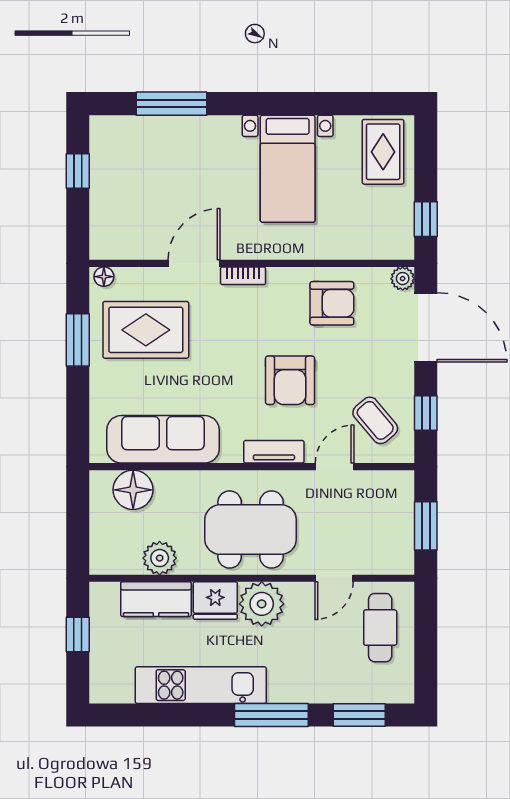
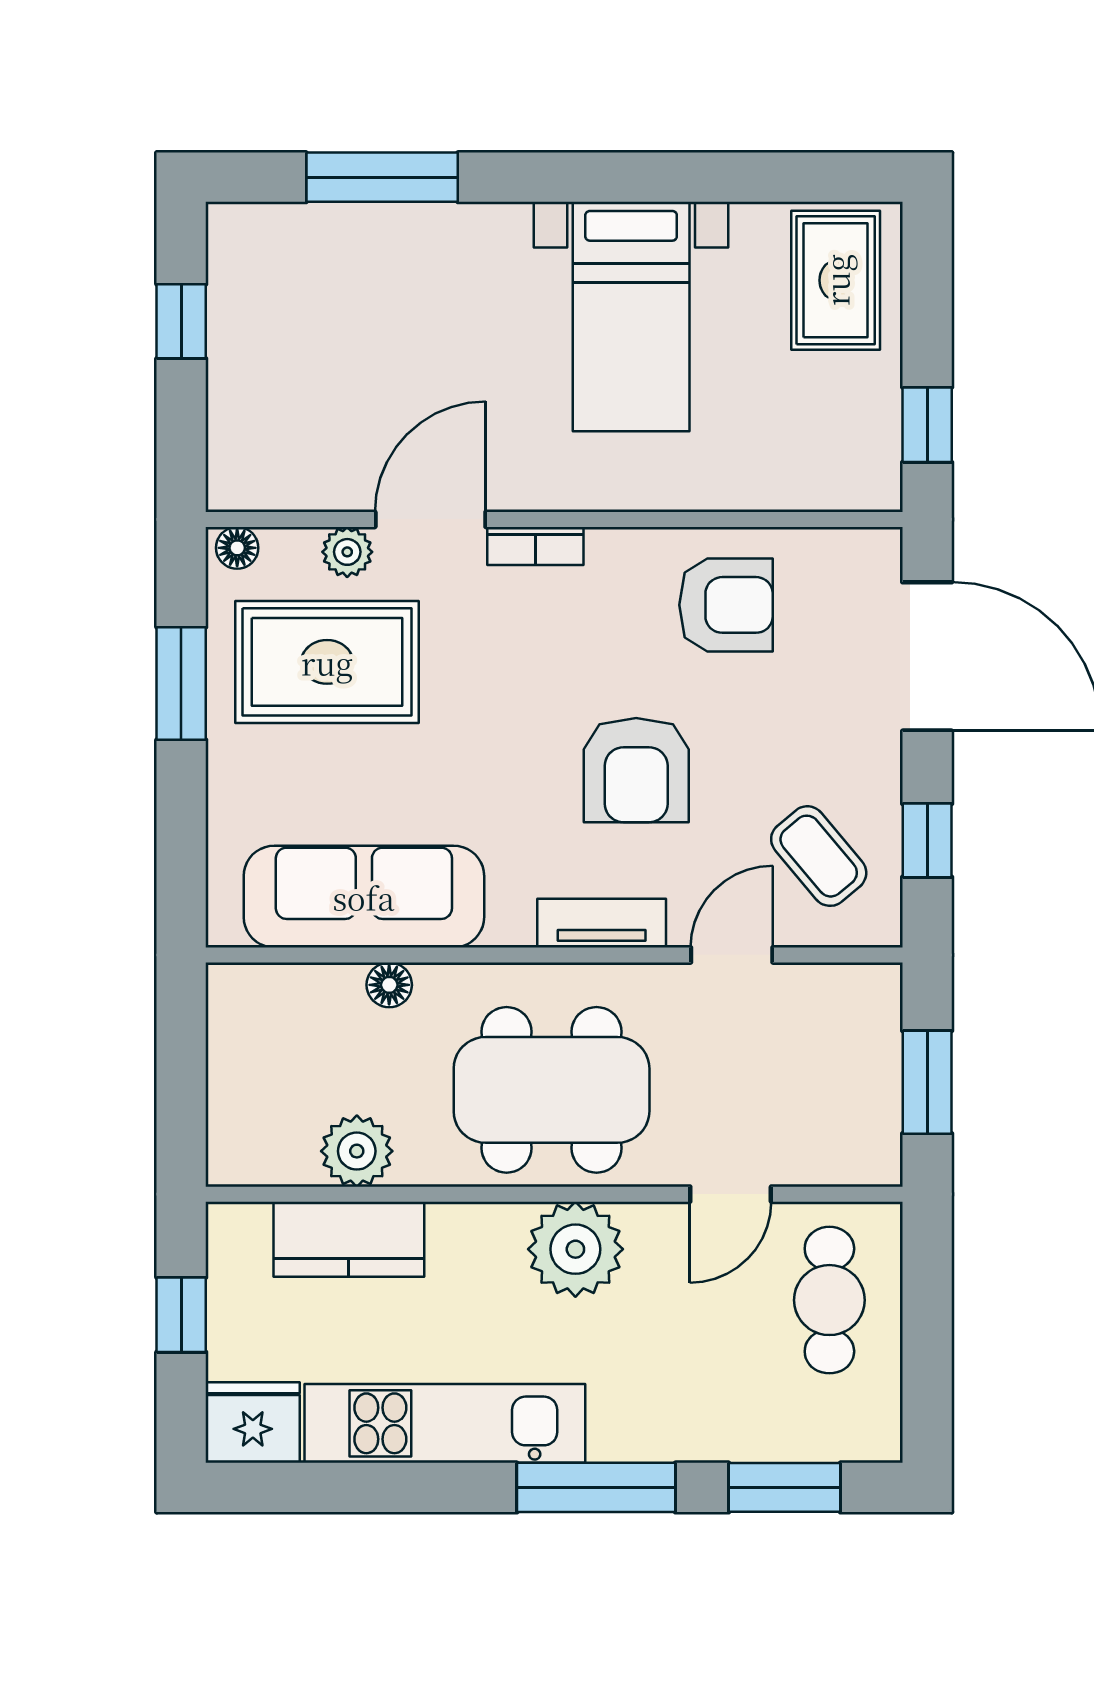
plant: (403, 279) -> (347, 552), moved
floor lamp: (133, 490) -> (389, 985), moved, width x0.53, depth x0.53
fridge: (215, 600) -> (253, 1422), moved, turned 180

